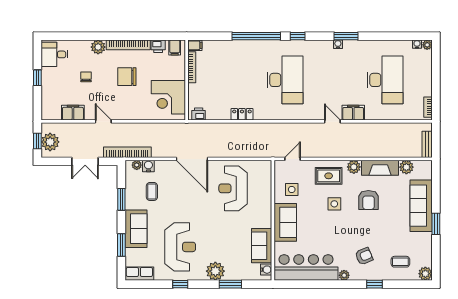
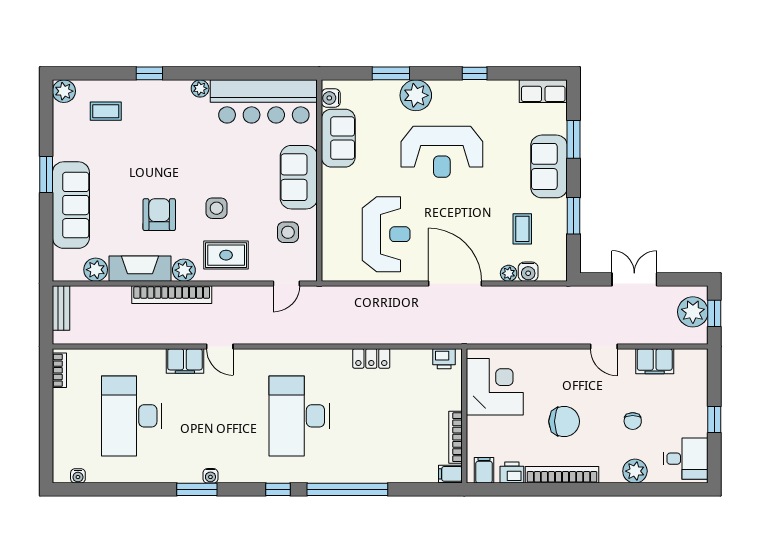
plant: (427, 45) -> (61, 475), removed
plant: (98, 47) -> (635, 471), moved
bookcase: (127, 152) -> (172, 295), moved
plant: (137, 165) -> (509, 273), moved
reception desk: (180, 247) -> (442, 152), moved, turned -90
armchair: (364, 256) -> (167, 121), removed

